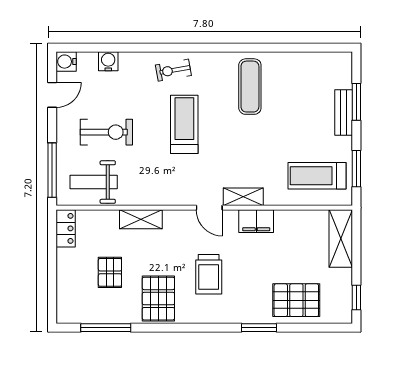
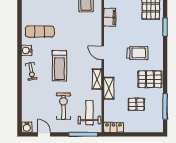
water cooler: (108, 61) -> (27, 51), moved
treadmill: (184, 124) -> (59, 66), turned -90
weight bench: (94, 182) -> (89, 113), turned 180
shelving: (243, 197) -> (97, 79), moved
door: (209, 208) -> (103, 53), swing flipped
filing cabinet: (256, 221) -> (110, 17), moved

